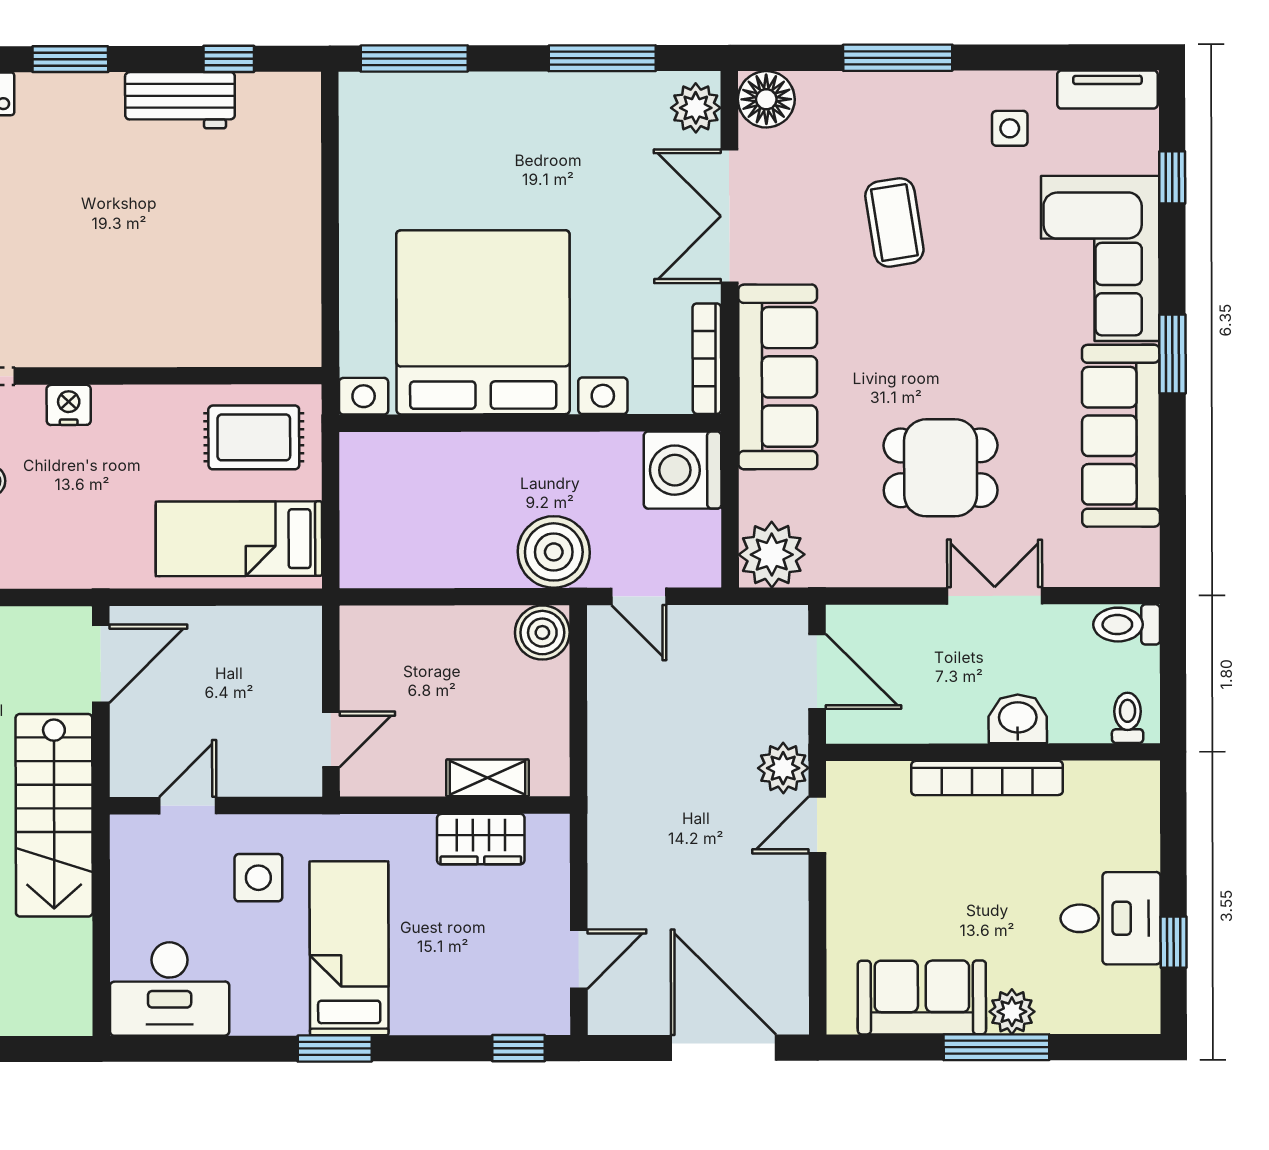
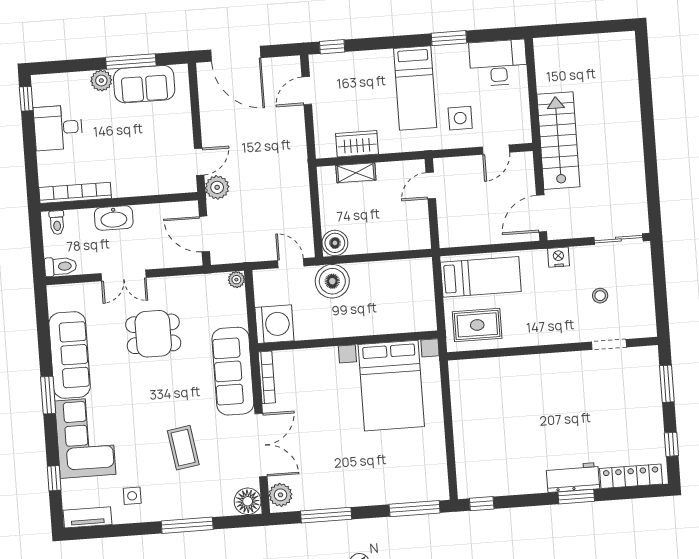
window: (229, 59) -> (482, 504), moved
workbench: (180, 100) -> (573, 477), moved
bed with nightstands: (483, 322) -> (391, 386), width x0.73
nightstand: (69, 405) -> (558, 257), moved, turned 180
plant: (772, 555) -> (236, 280), width x0.53, depth x0.53
washbasin: (1018, 719) -> (114, 218), width x1.38
bookcase: (987, 778) -> (75, 193), moved
window: (1174, 942) -> (26, 99), moved
window: (996, 1047) -> (131, 62), moved
window: (335, 1048) -> (449, 38), moved

